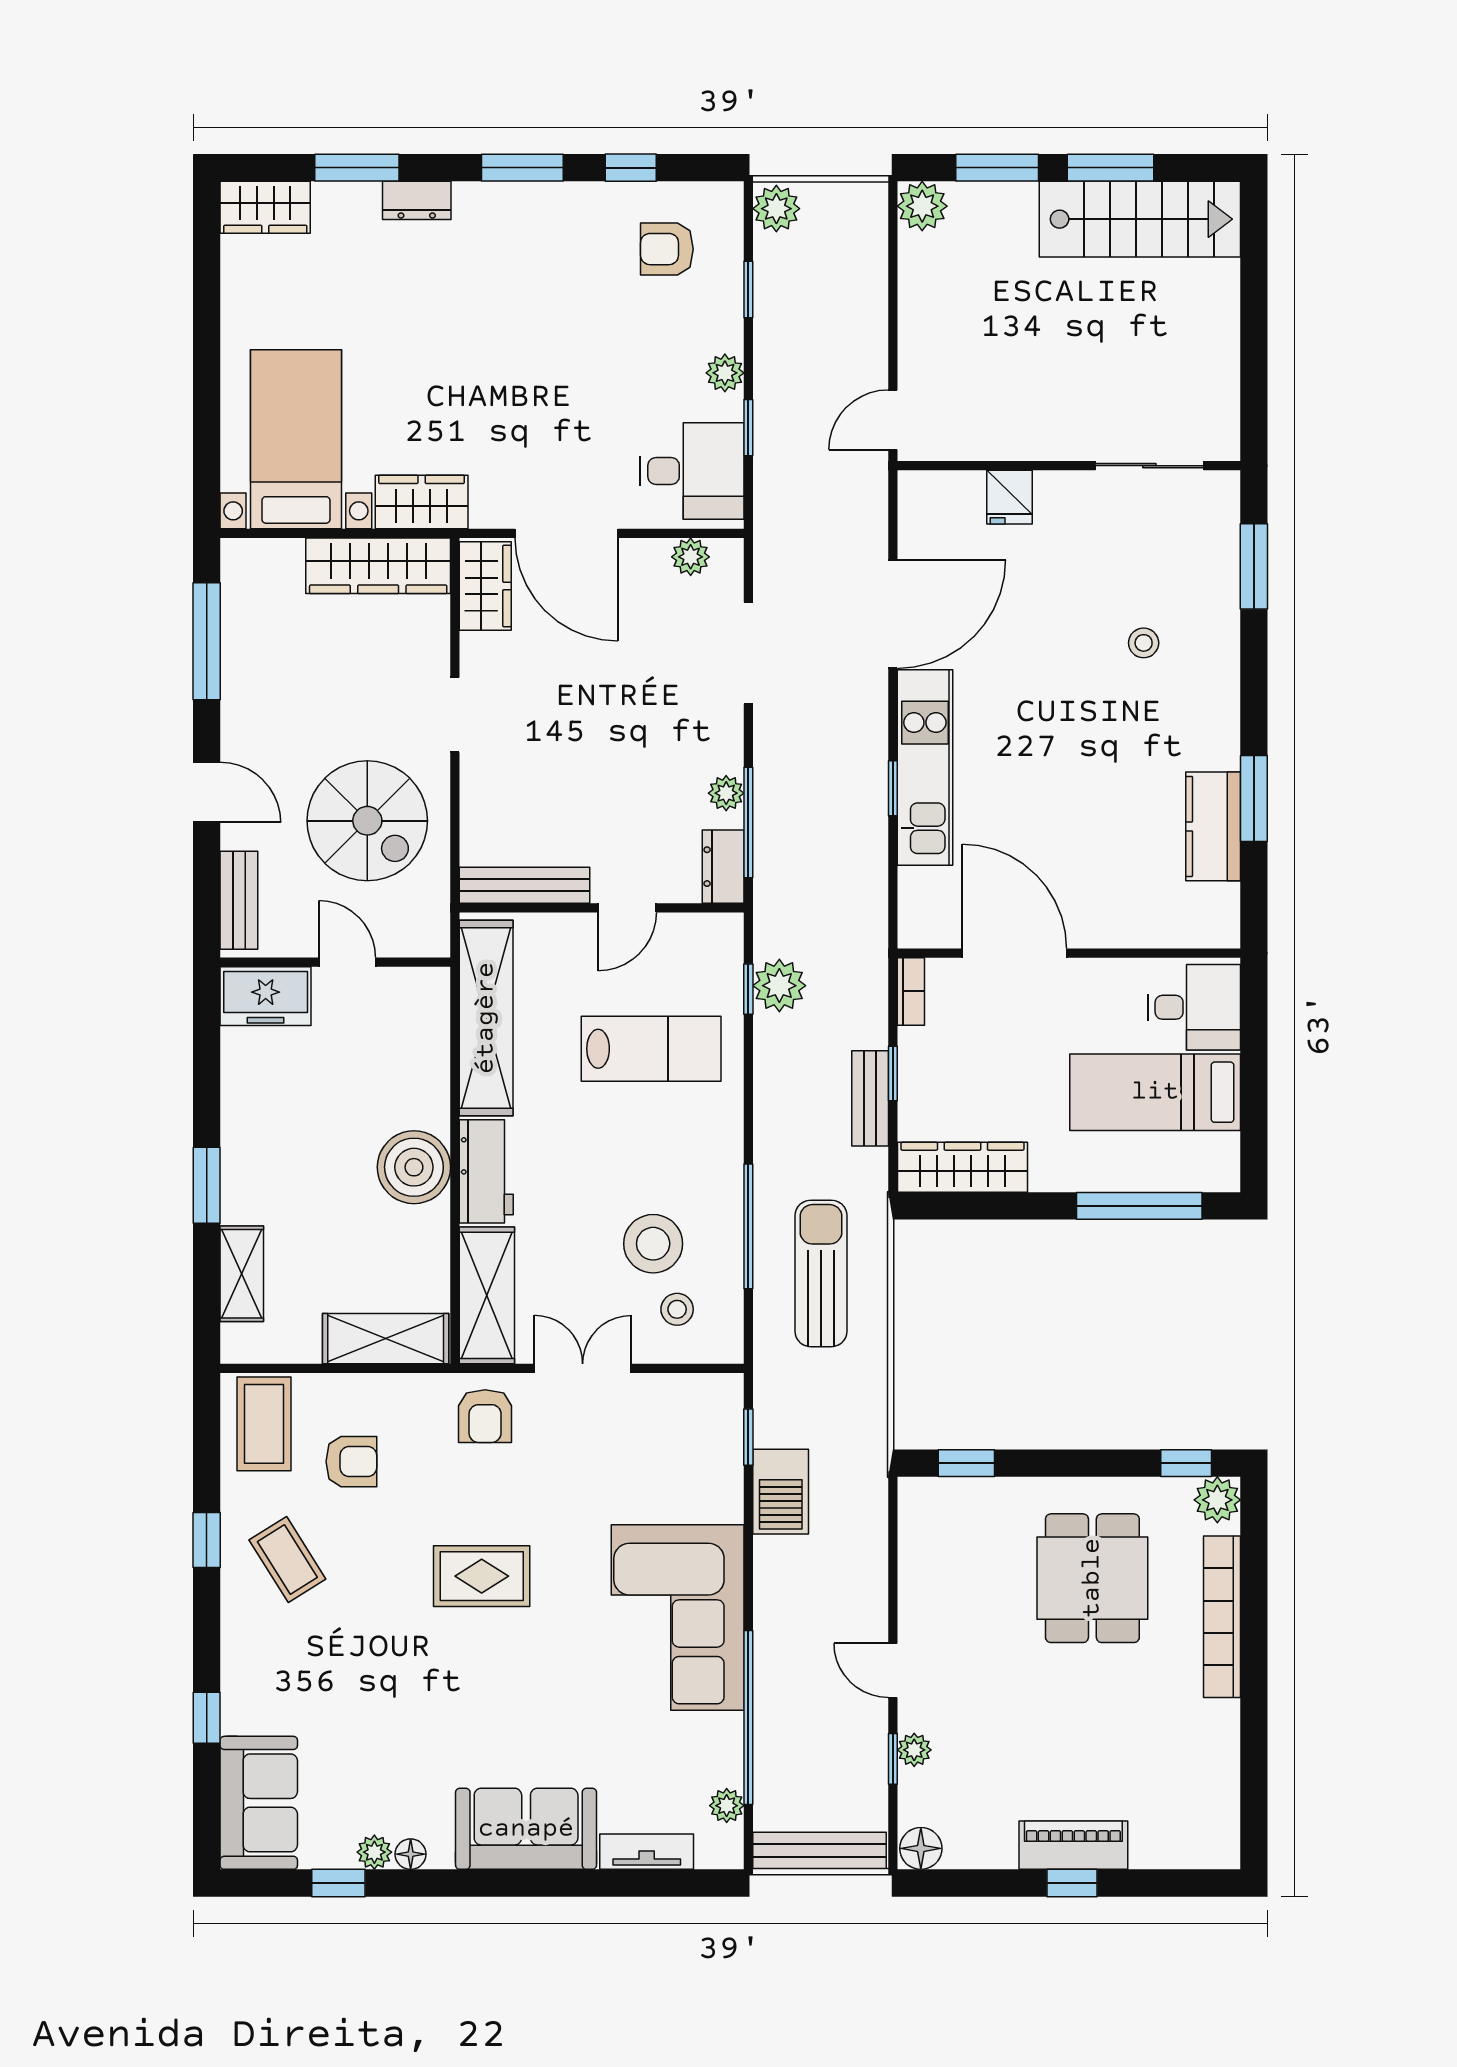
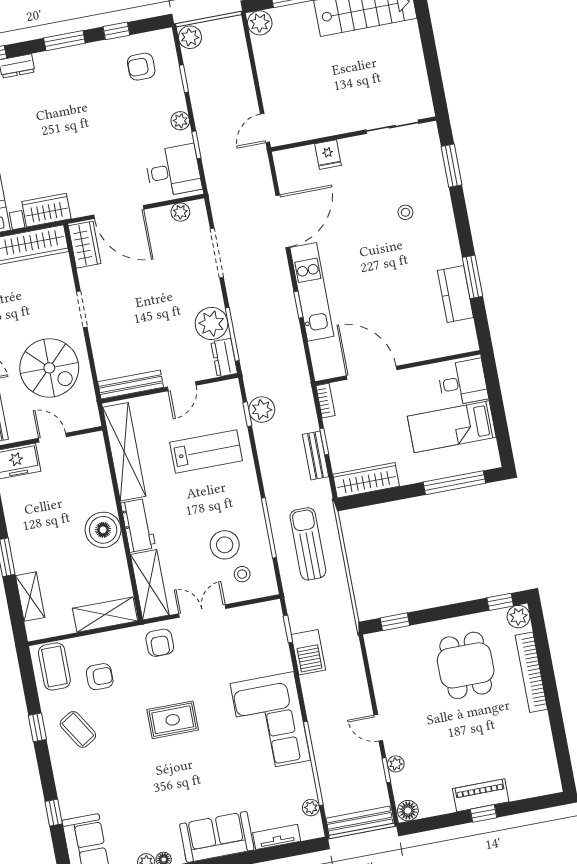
plant: (726, 793) -> (211, 324), width x1.88, depth x1.88

